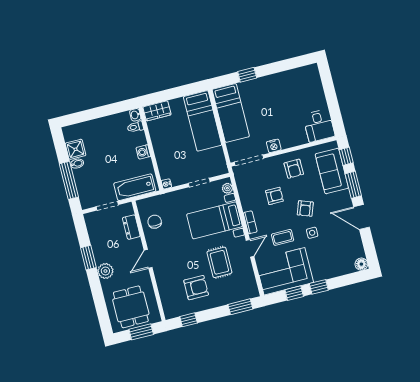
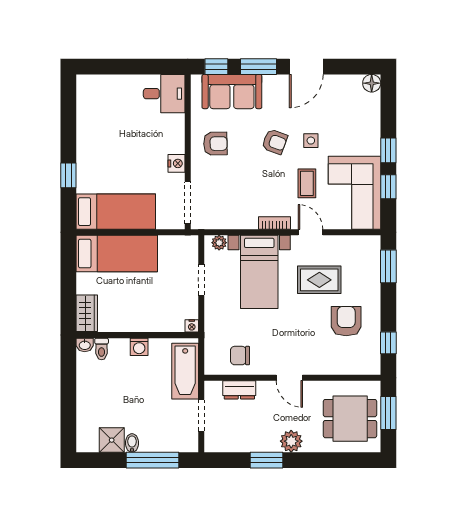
armchair: (274, 196) -> (246, 180), removed

